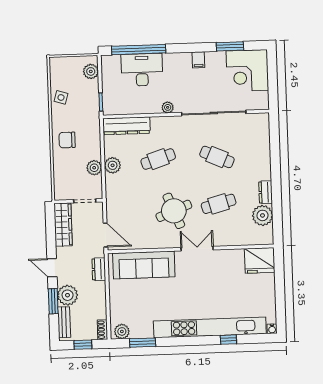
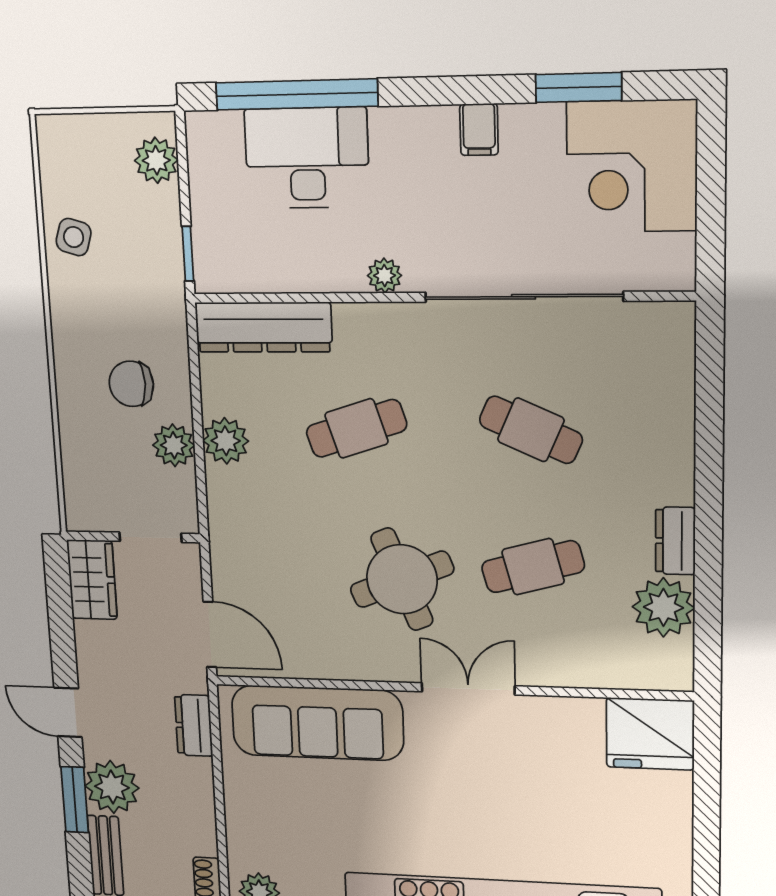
chair: (67, 140) -> (131, 384), moved
wardrobe: (63, 225) -> (92, 580), width x0.67

